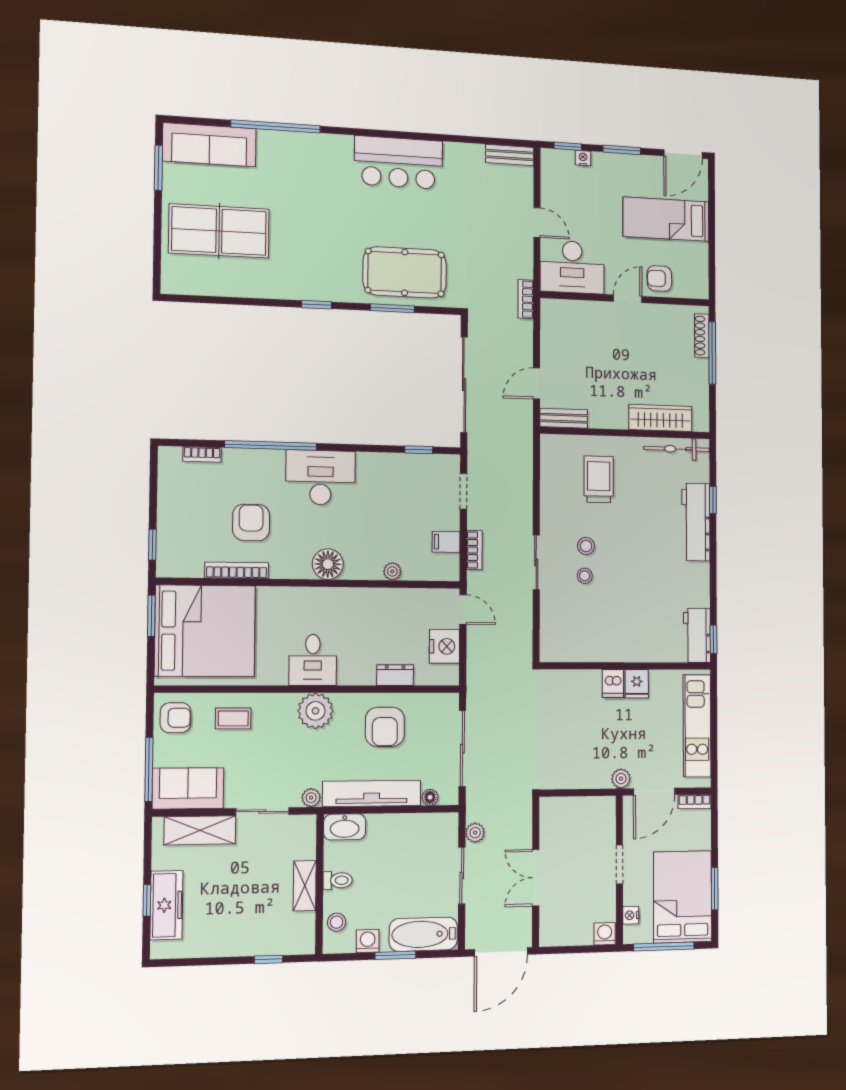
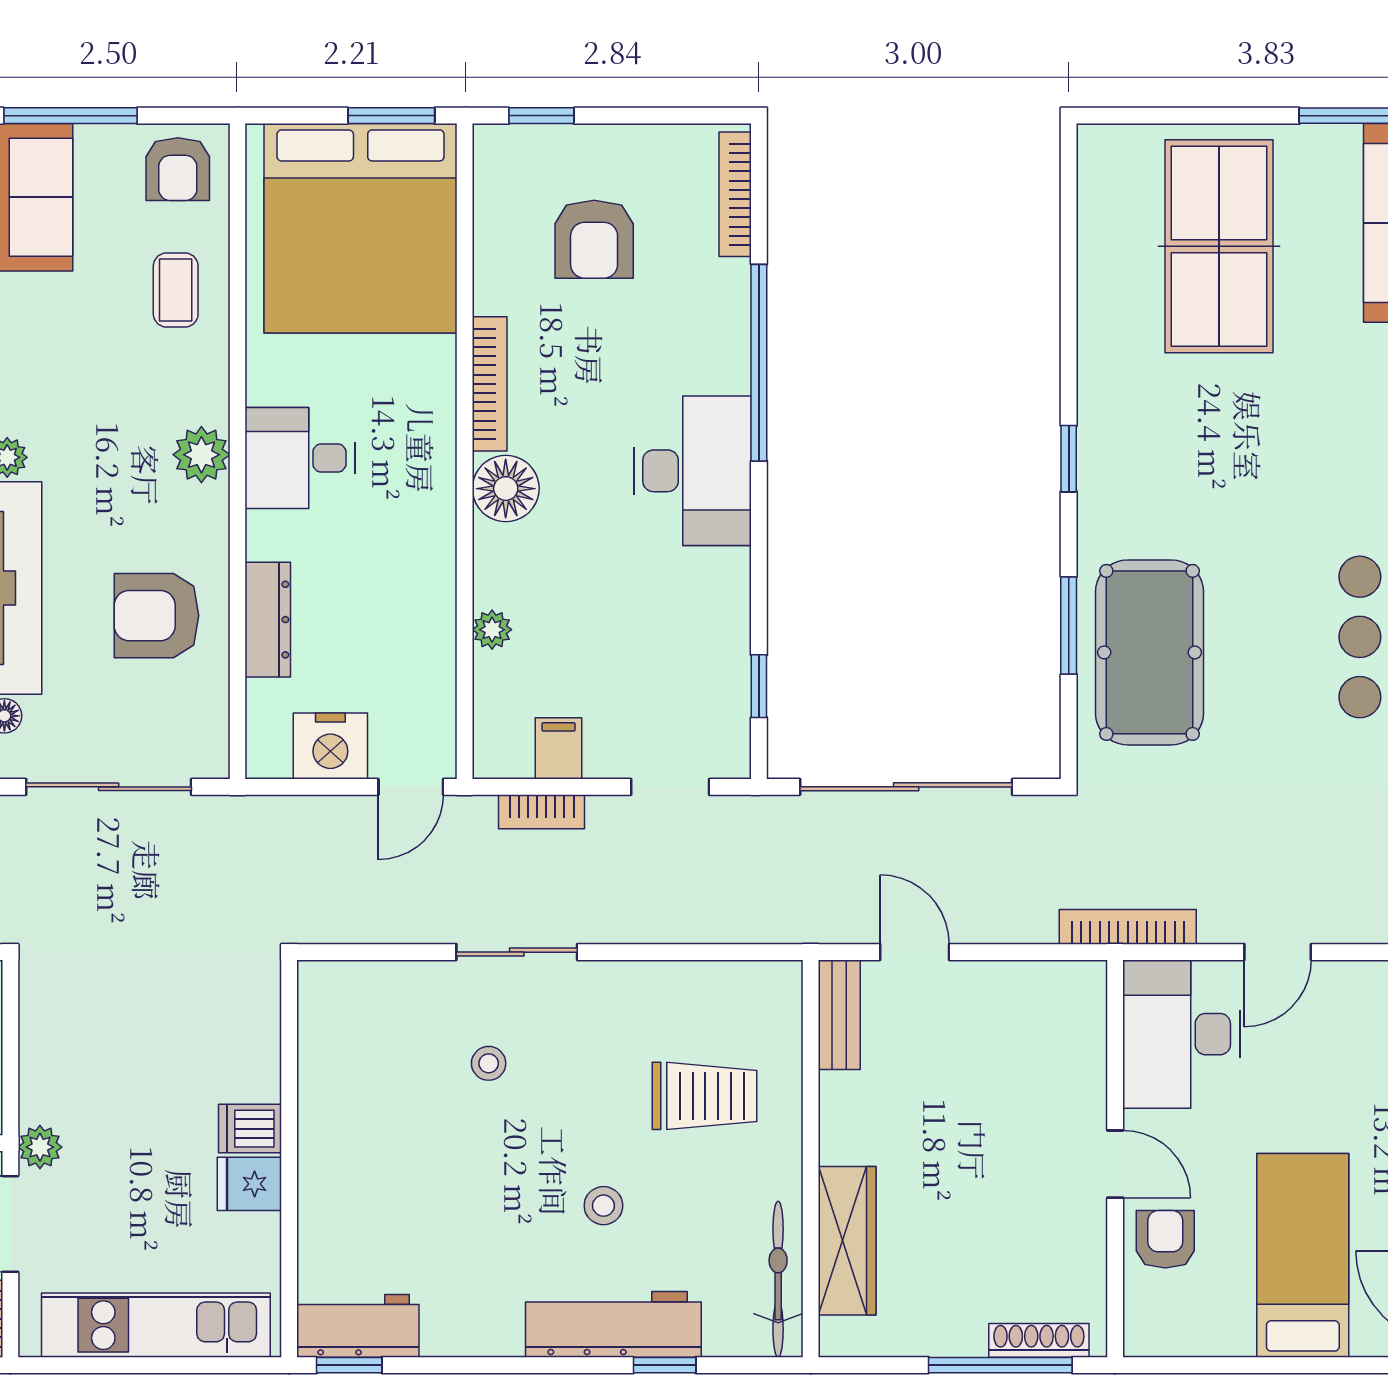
bookcase: (526, 299) -> (1128, 927), width x1.56
bookcase: (202, 455) -> (735, 194), width x1.56
armchair: (251, 522) -> (594, 239), moved, turned 90
stool: (586, 546) -> (603, 1206), moved
bookcase: (237, 570) -> (490, 384), moved
dresser: (395, 675) -> (268, 620), width x1.44
plant: (315, 711) -> (201, 455), width x0.73, depth x0.73

